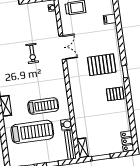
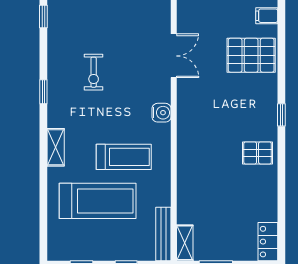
exercise bike: (32, 53) -> (94, 72), moved
pallet: (102, 65) -> (251, 55), moved
water cooler: (66, 124) -> (161, 113), moved

